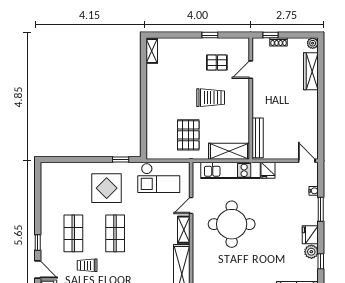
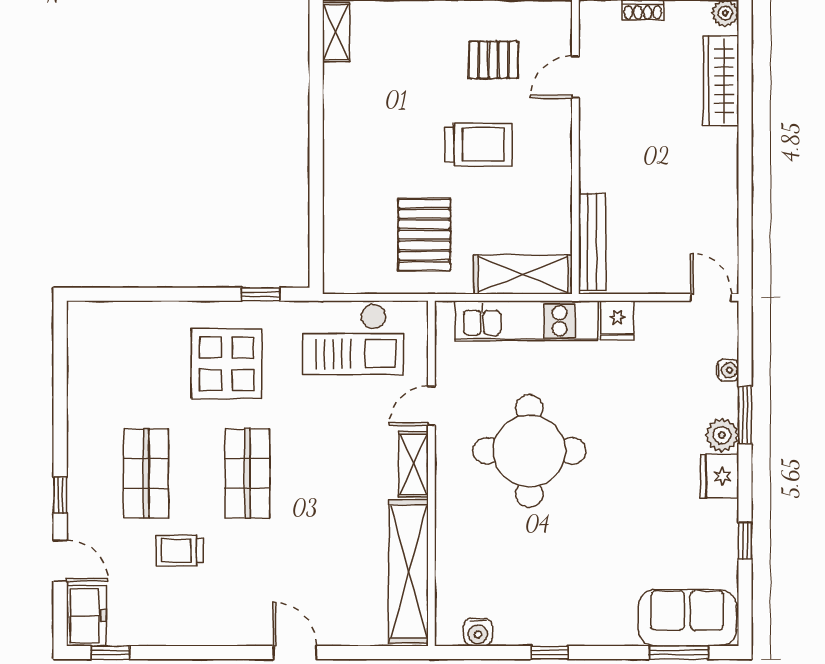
plant: (311, 252) -> (722, 435), moved

